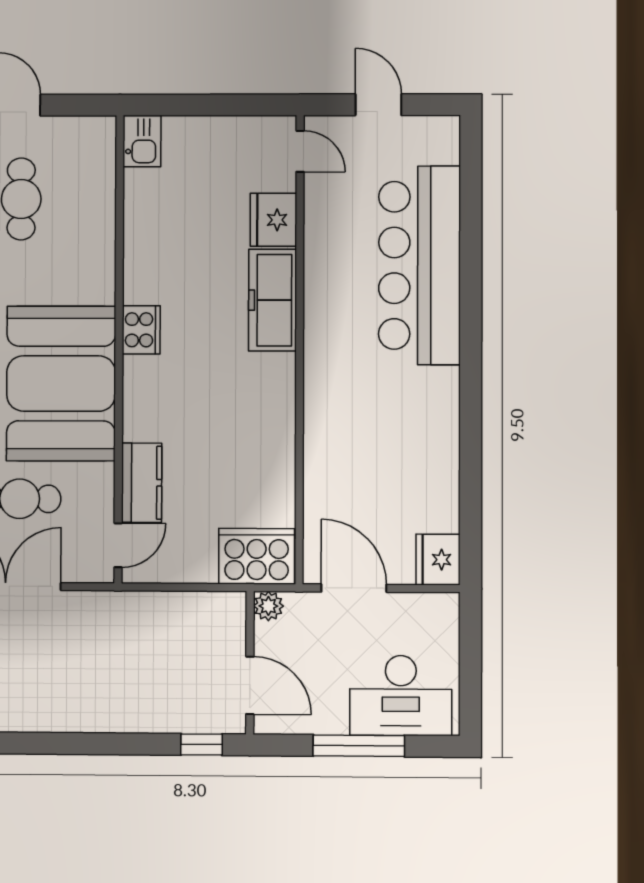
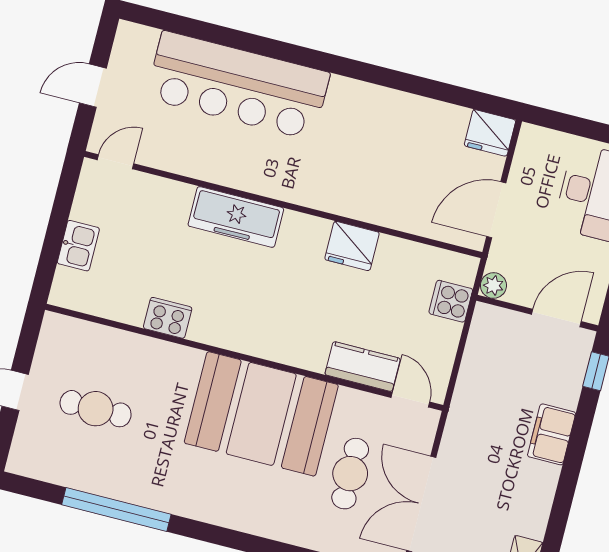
kitchen sink: (142, 141) -> (78, 246), moved, turned 90
fridge: (273, 220) -> (352, 246), moved
cooker: (141, 330) -> (168, 318), moved
cooker: (257, 556) -> (451, 301), width x0.53, depth x0.76
filing cabinet: (119, 712) -> (552, 434), added

